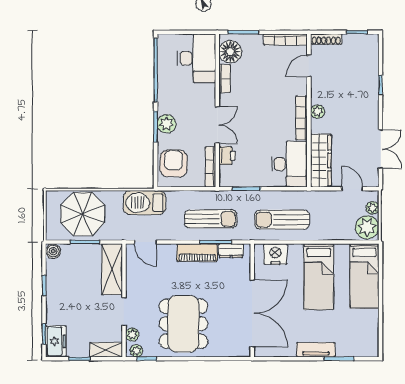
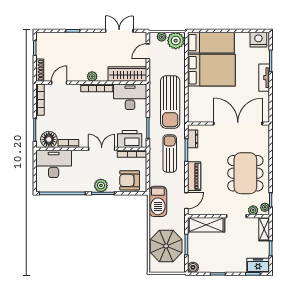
door: (309, 66) -> (59, 83), swing flipped
printer: (227, 156) -> (130, 139), width x1.87, depth x1.48
sun lounger: (282, 220) -> (170, 102), width x1.36, depth x1.34
piano: (197, 253) -> (194, 176), moved
nightstand: (275, 254) -> (258, 40), moved, turned 90
bed: (319, 277) -> (211, 70), width x1.50
dining table: (183, 324) -> (245, 173), turned 90

